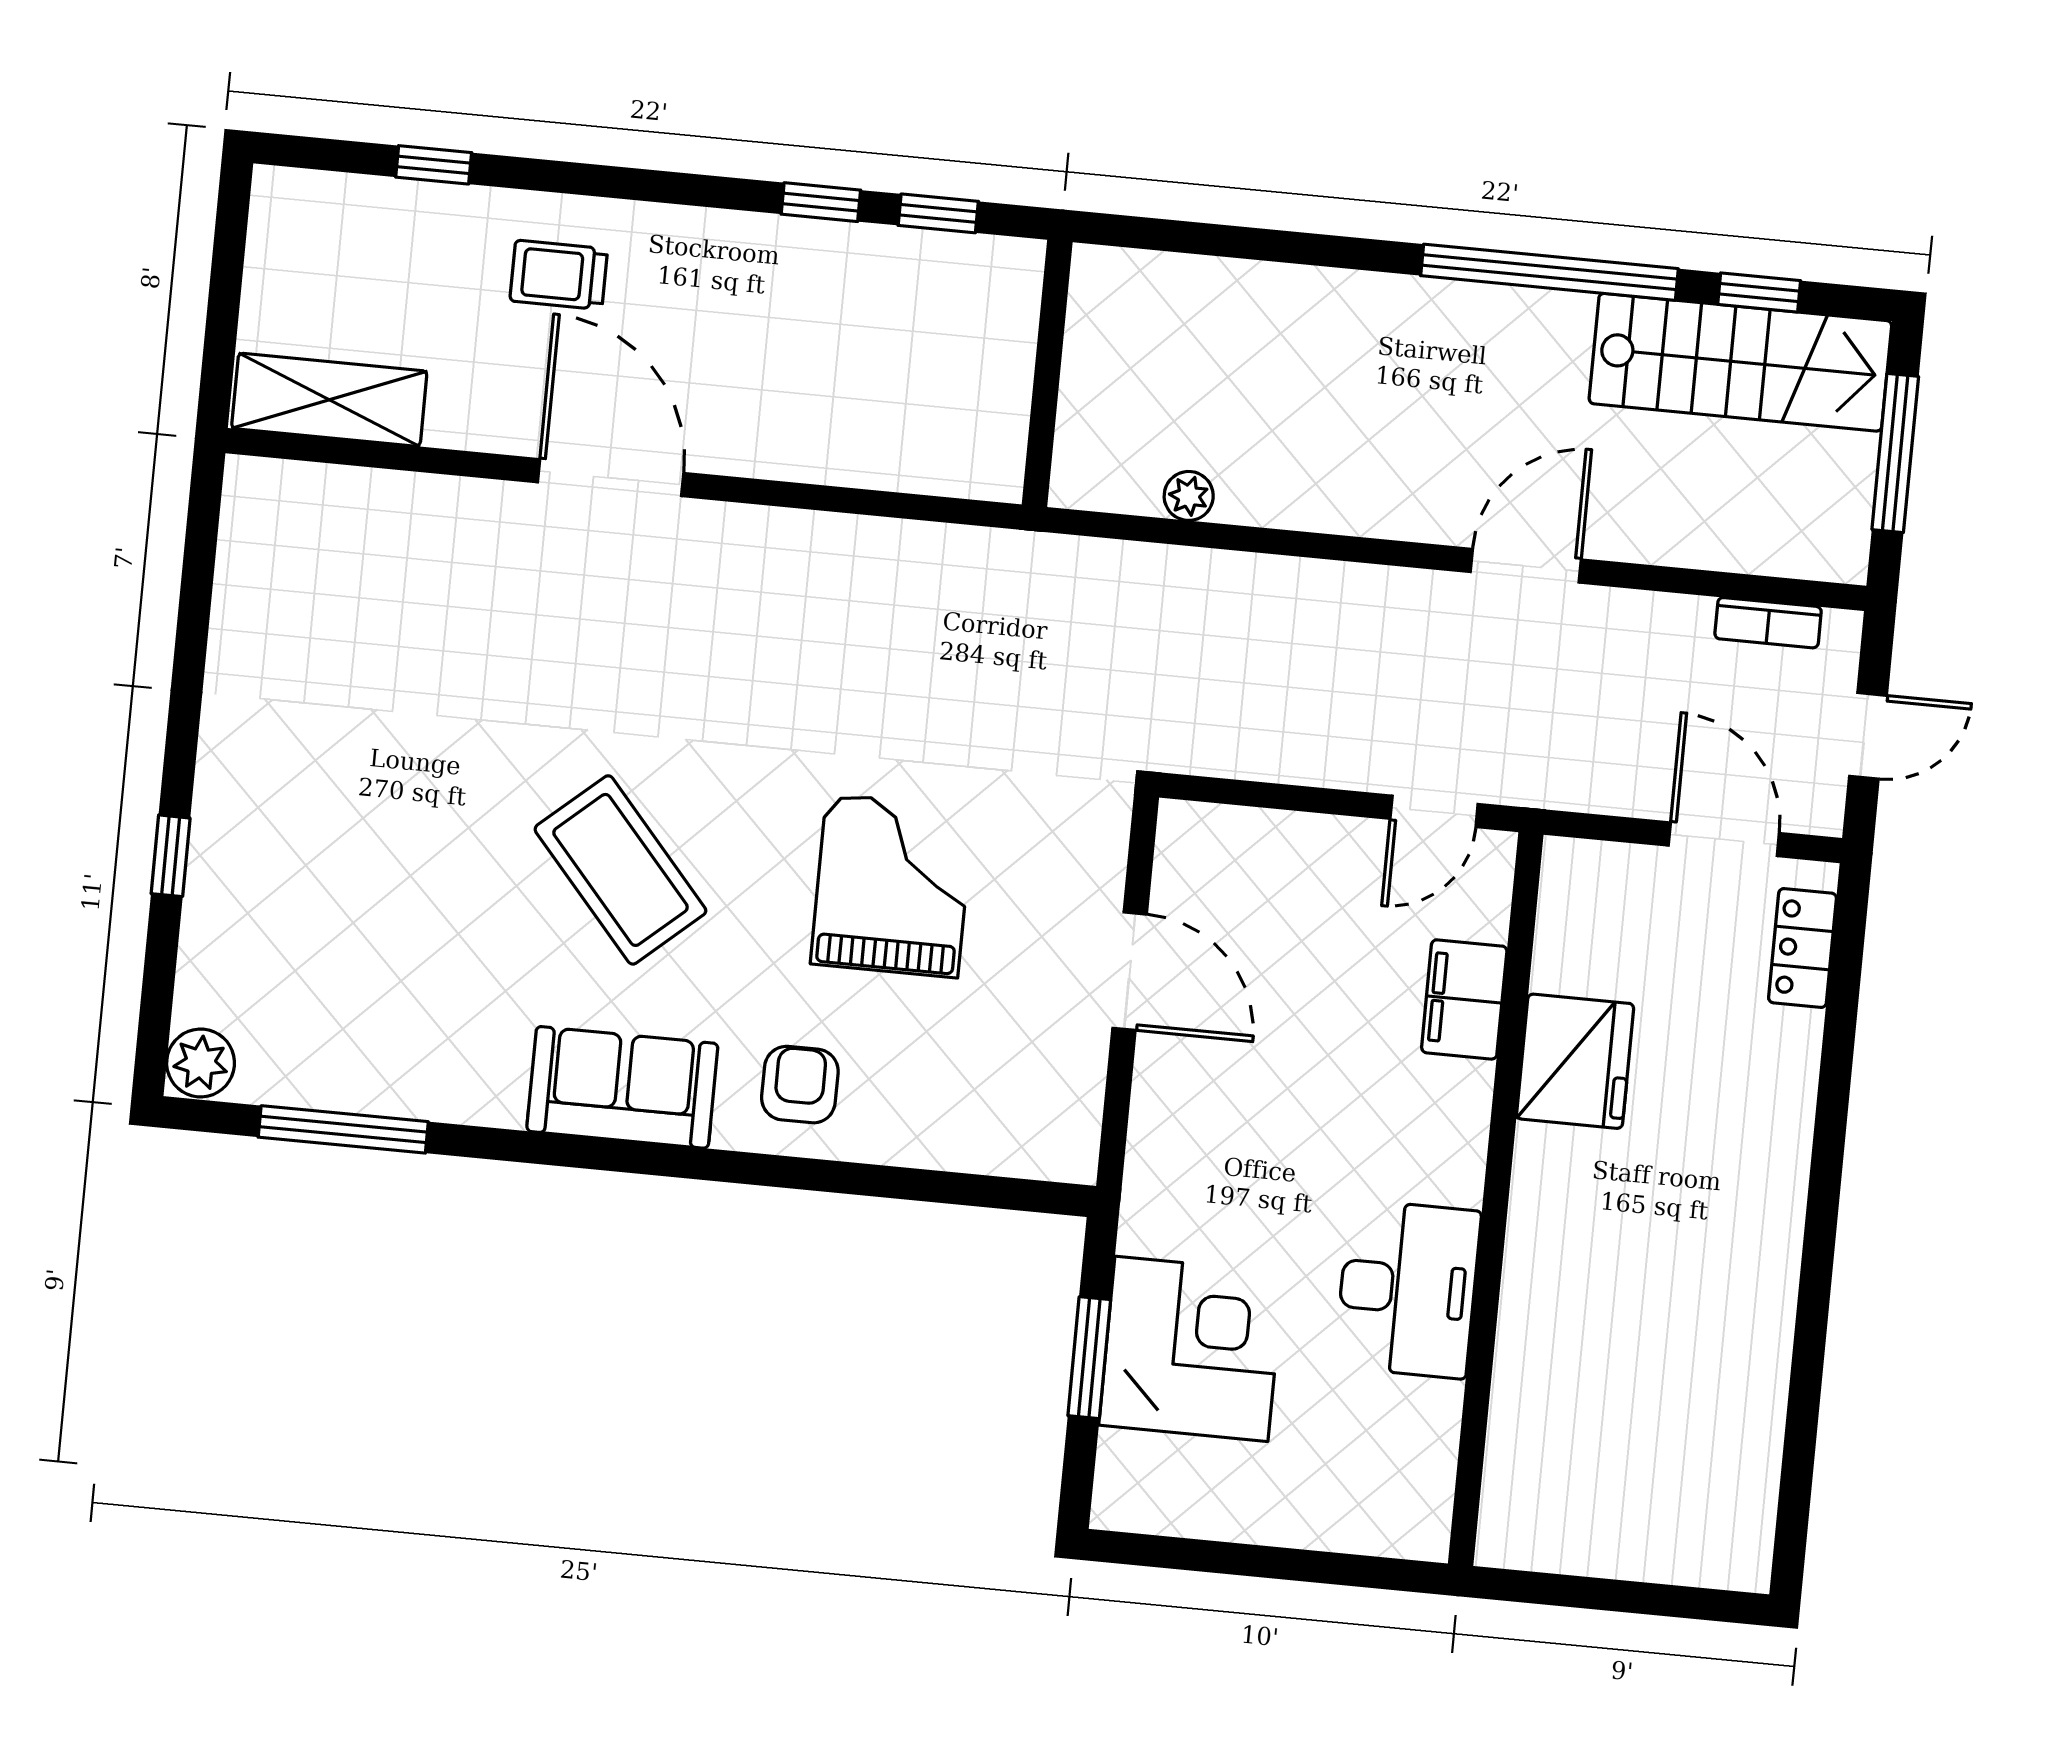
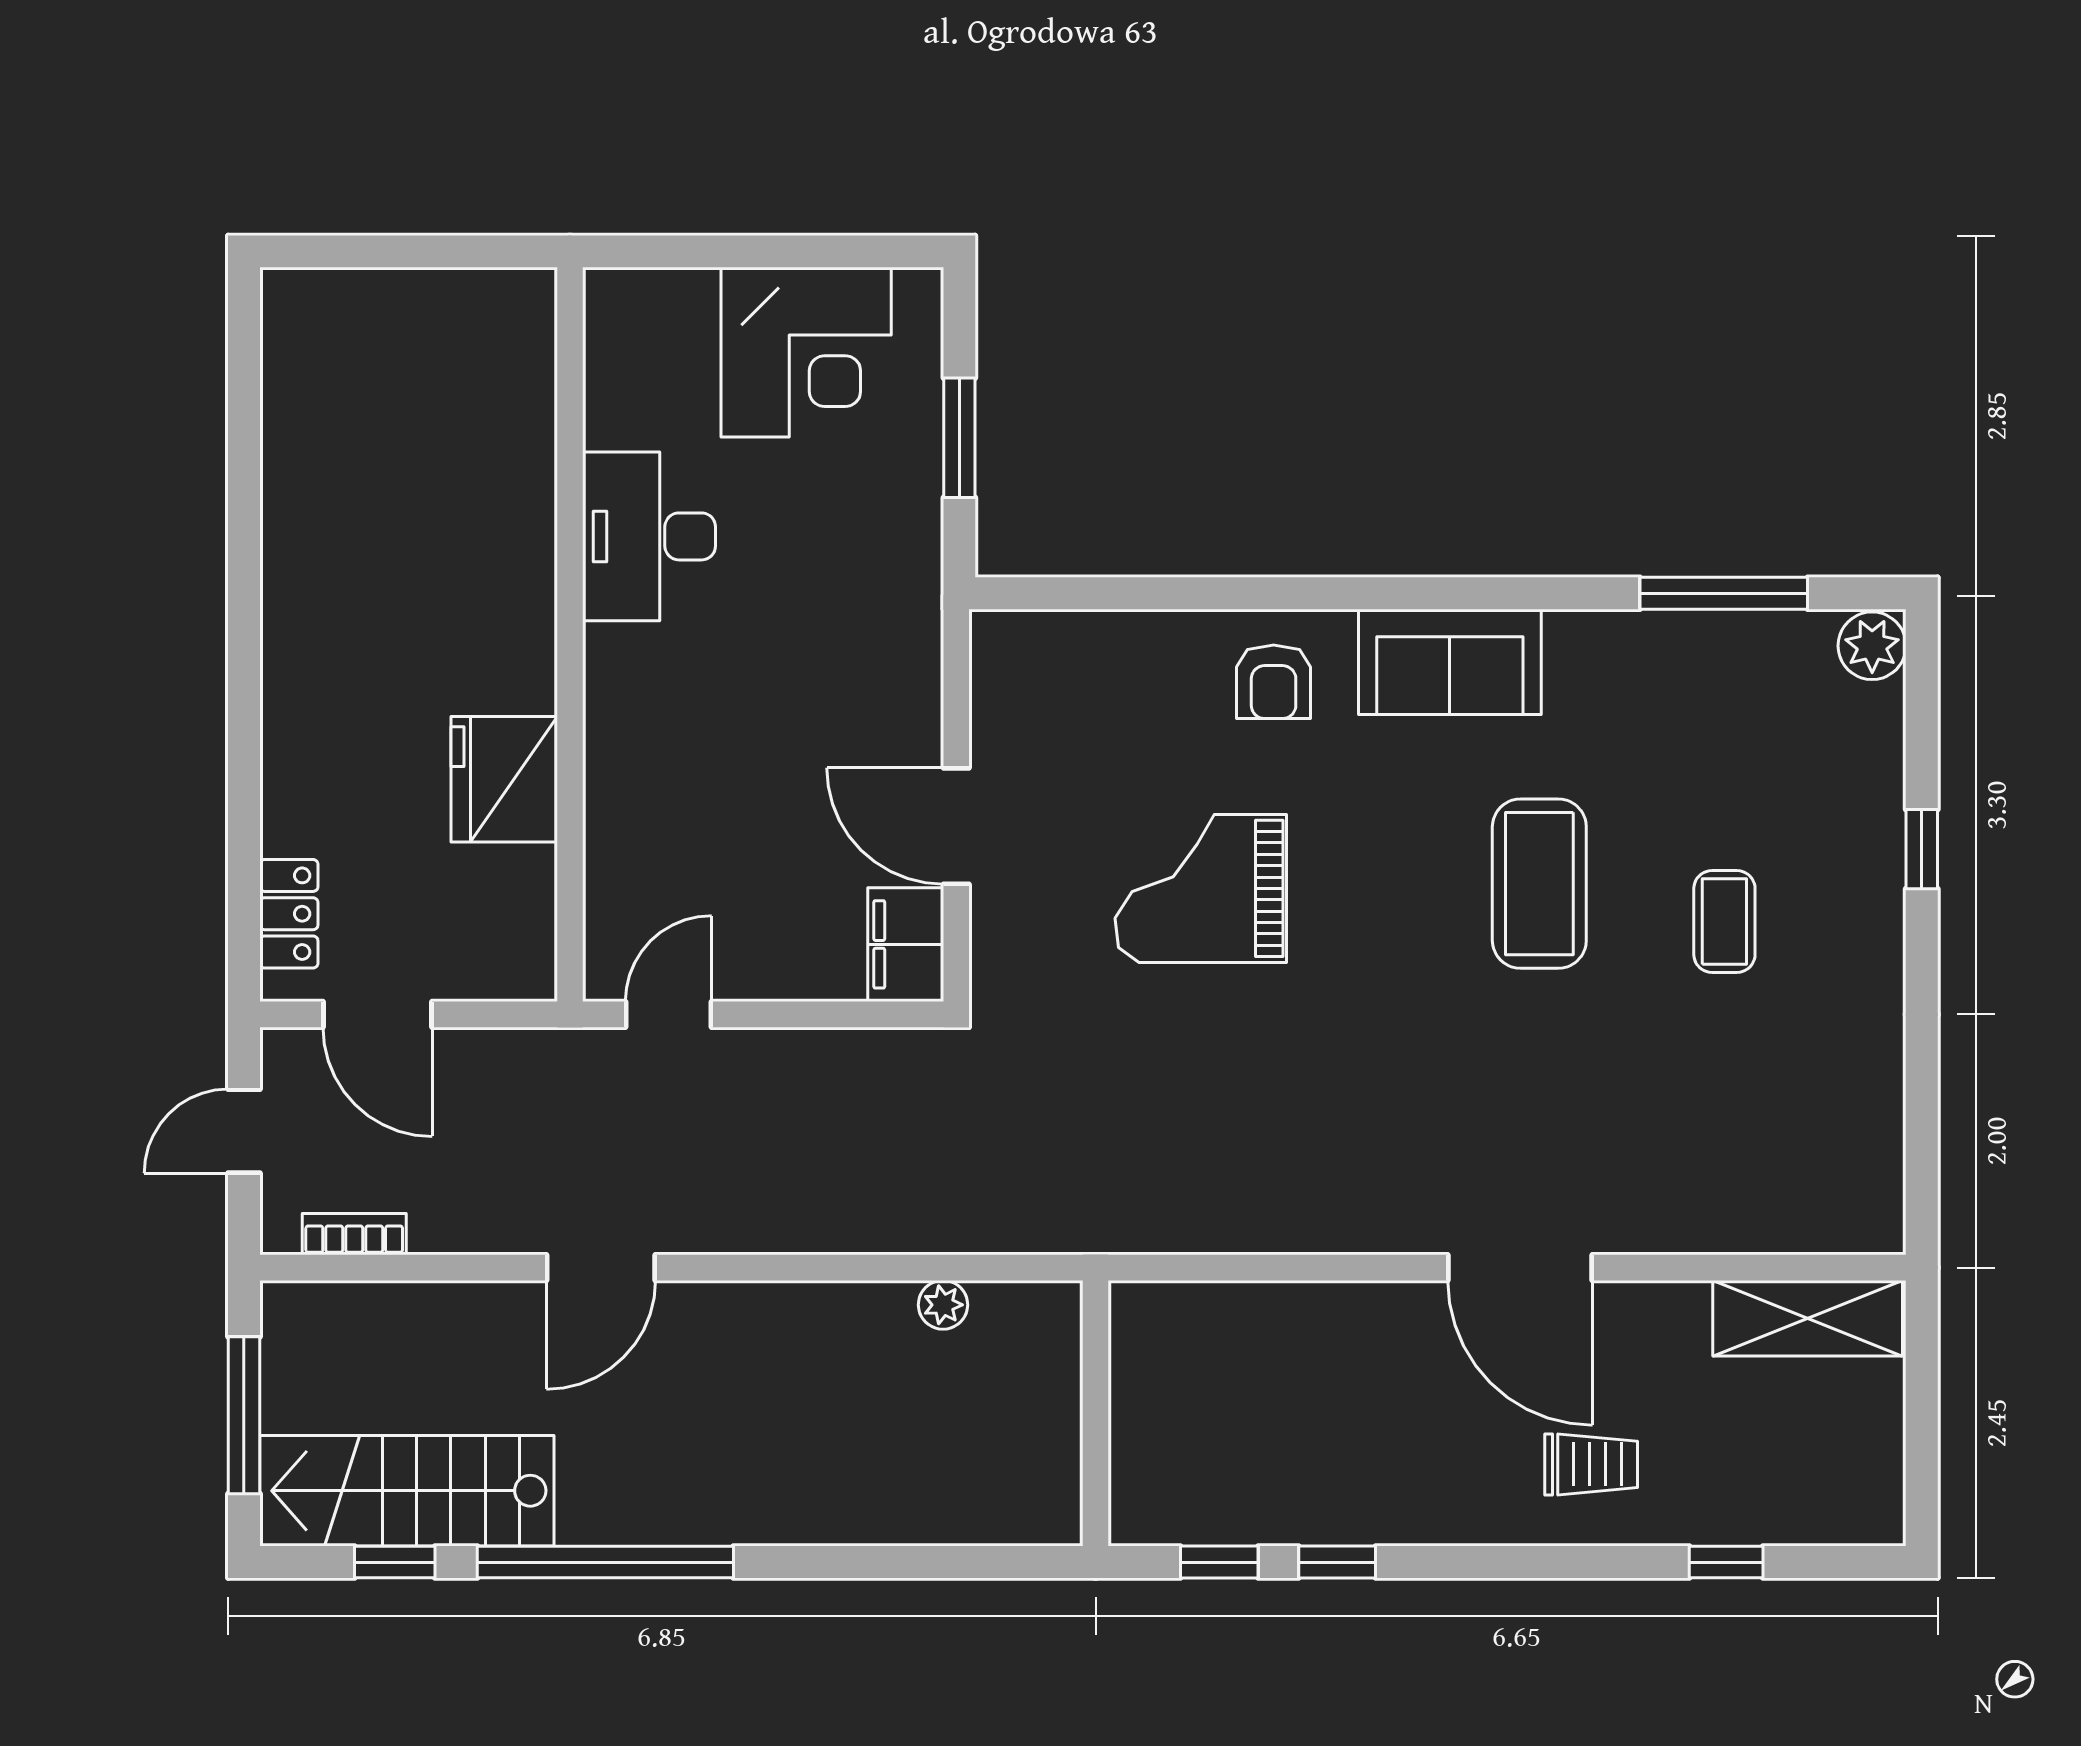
coffee table: (374, 803) -> (1724, 922), added
coffee table: (620, 870) -> (1539, 884), moved, turned 41
grand piano: (892, 886) -> (1201, 888), turned 90
filing cabinet: (1464, 999) -> (906, 944), moved, turned 180
corner desk: (1191, 1349) -> (806, 352), moved, turned -90

